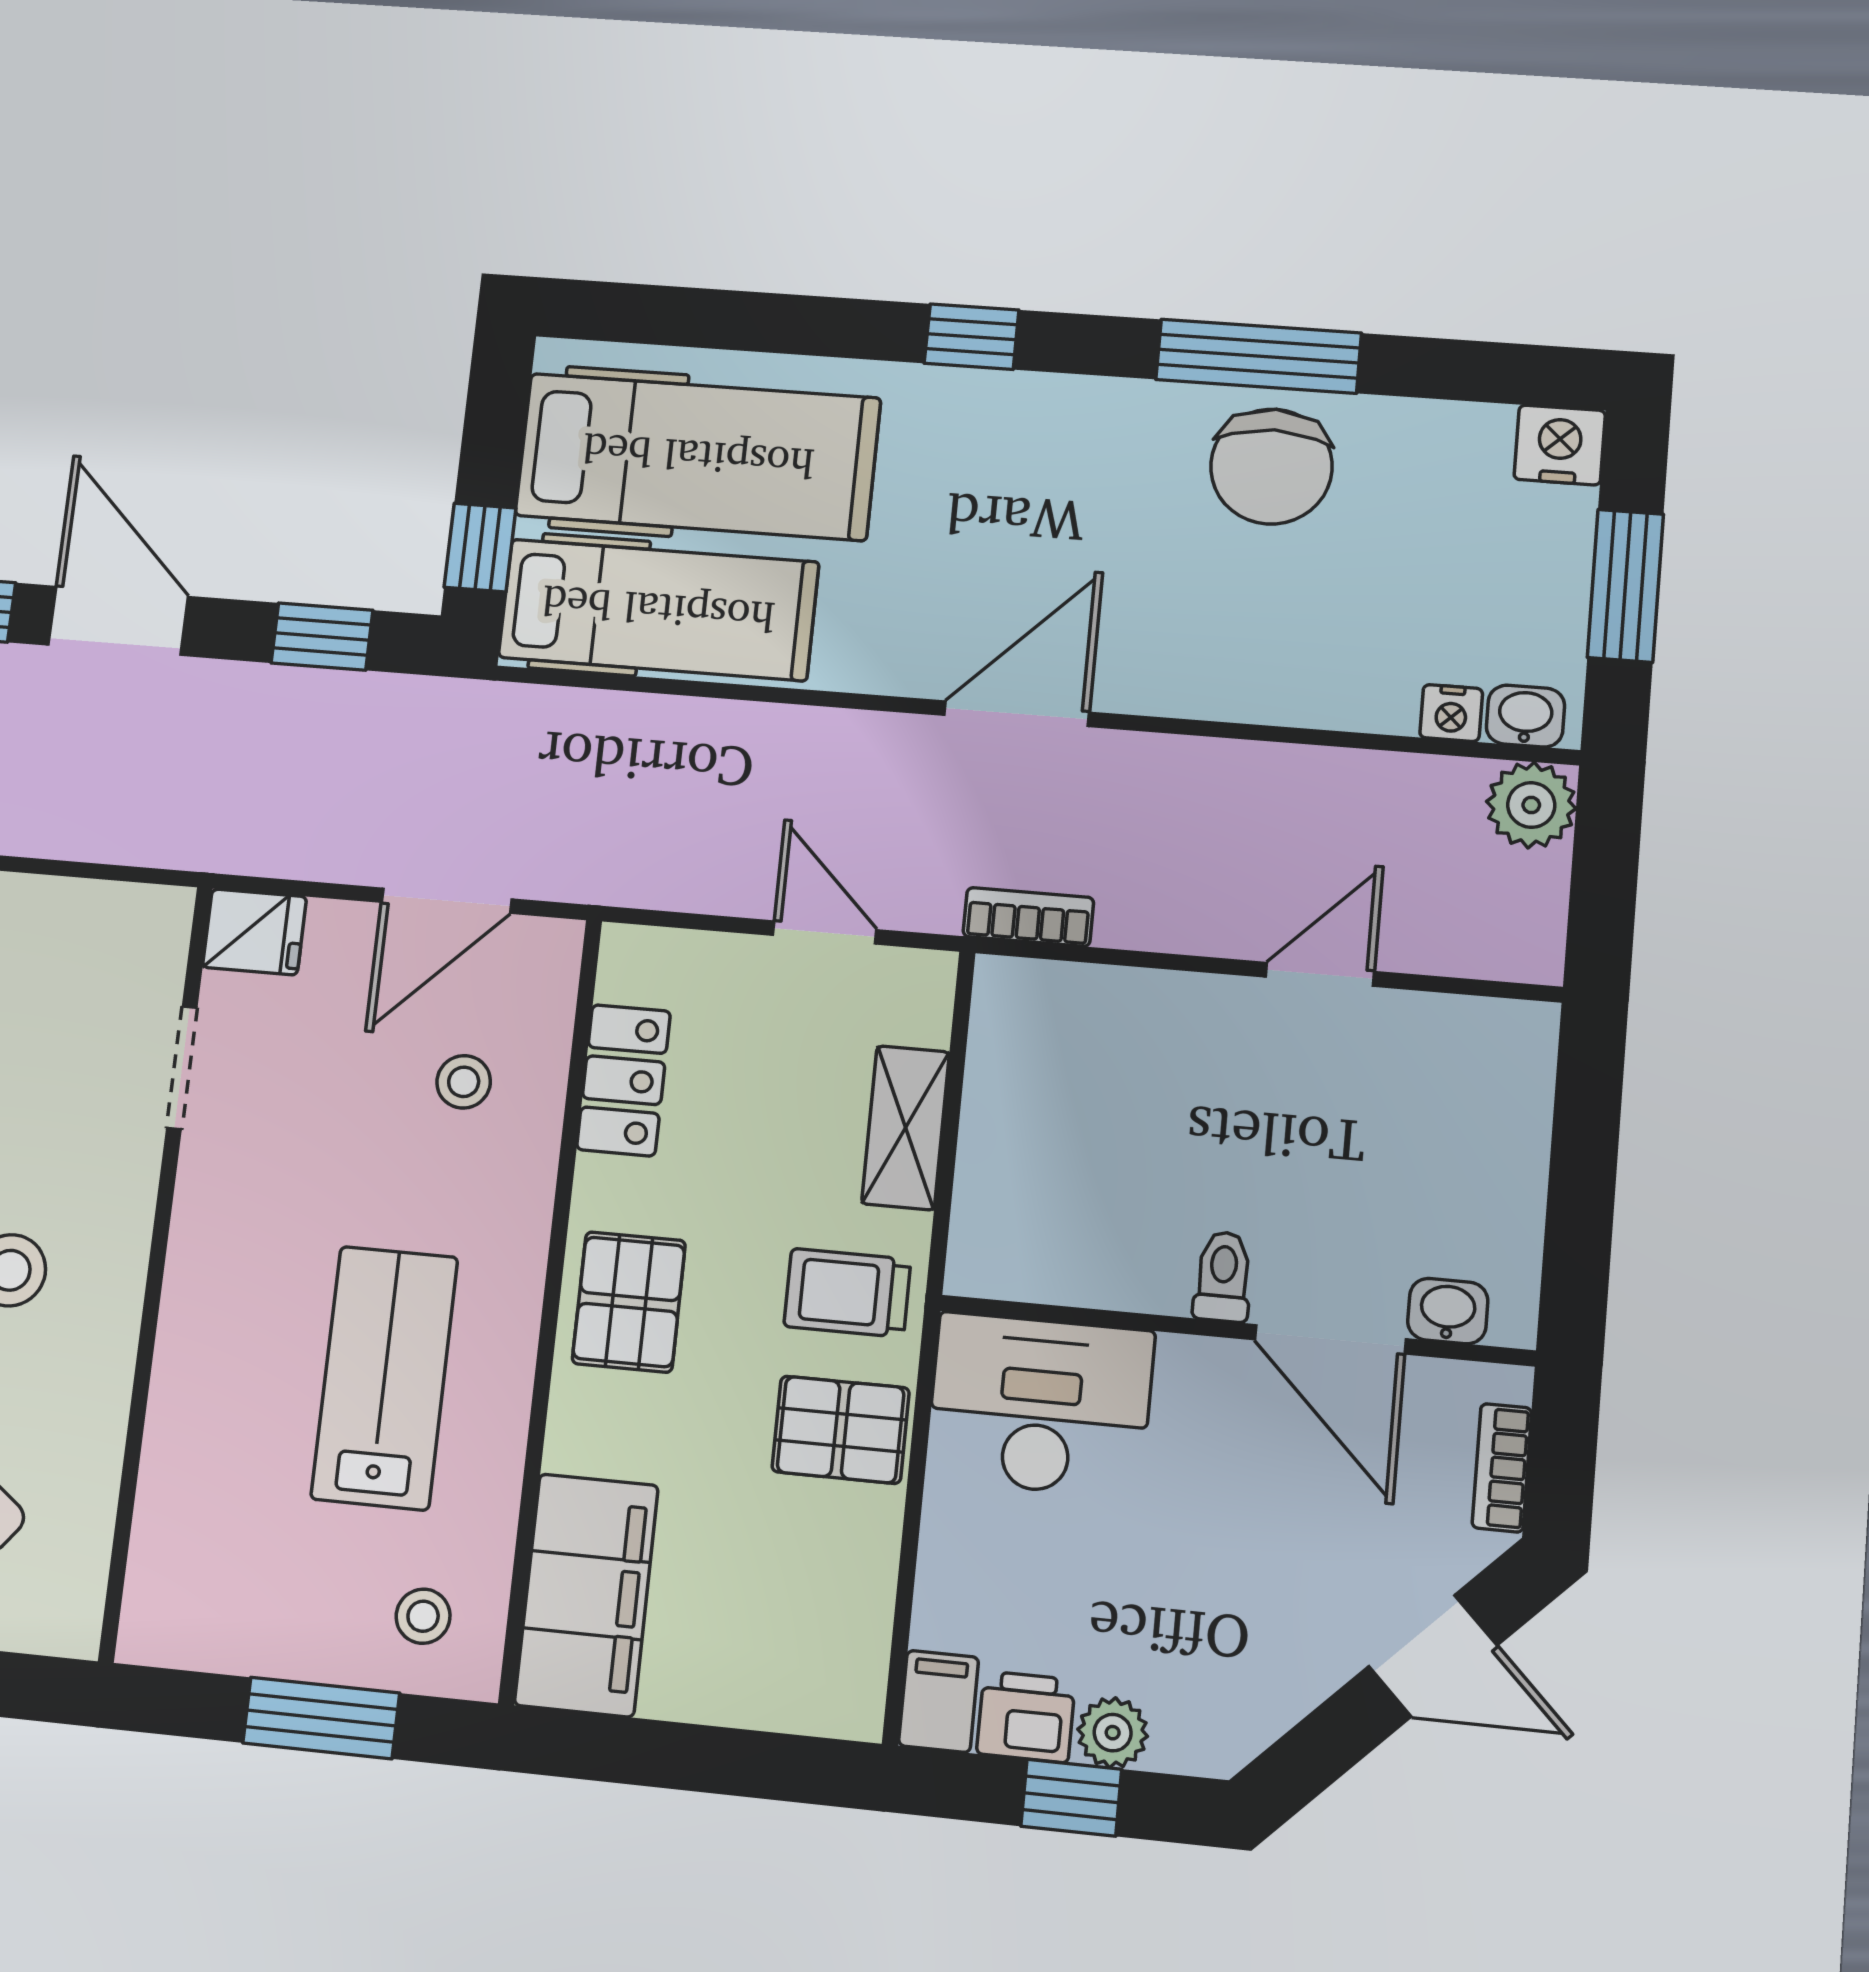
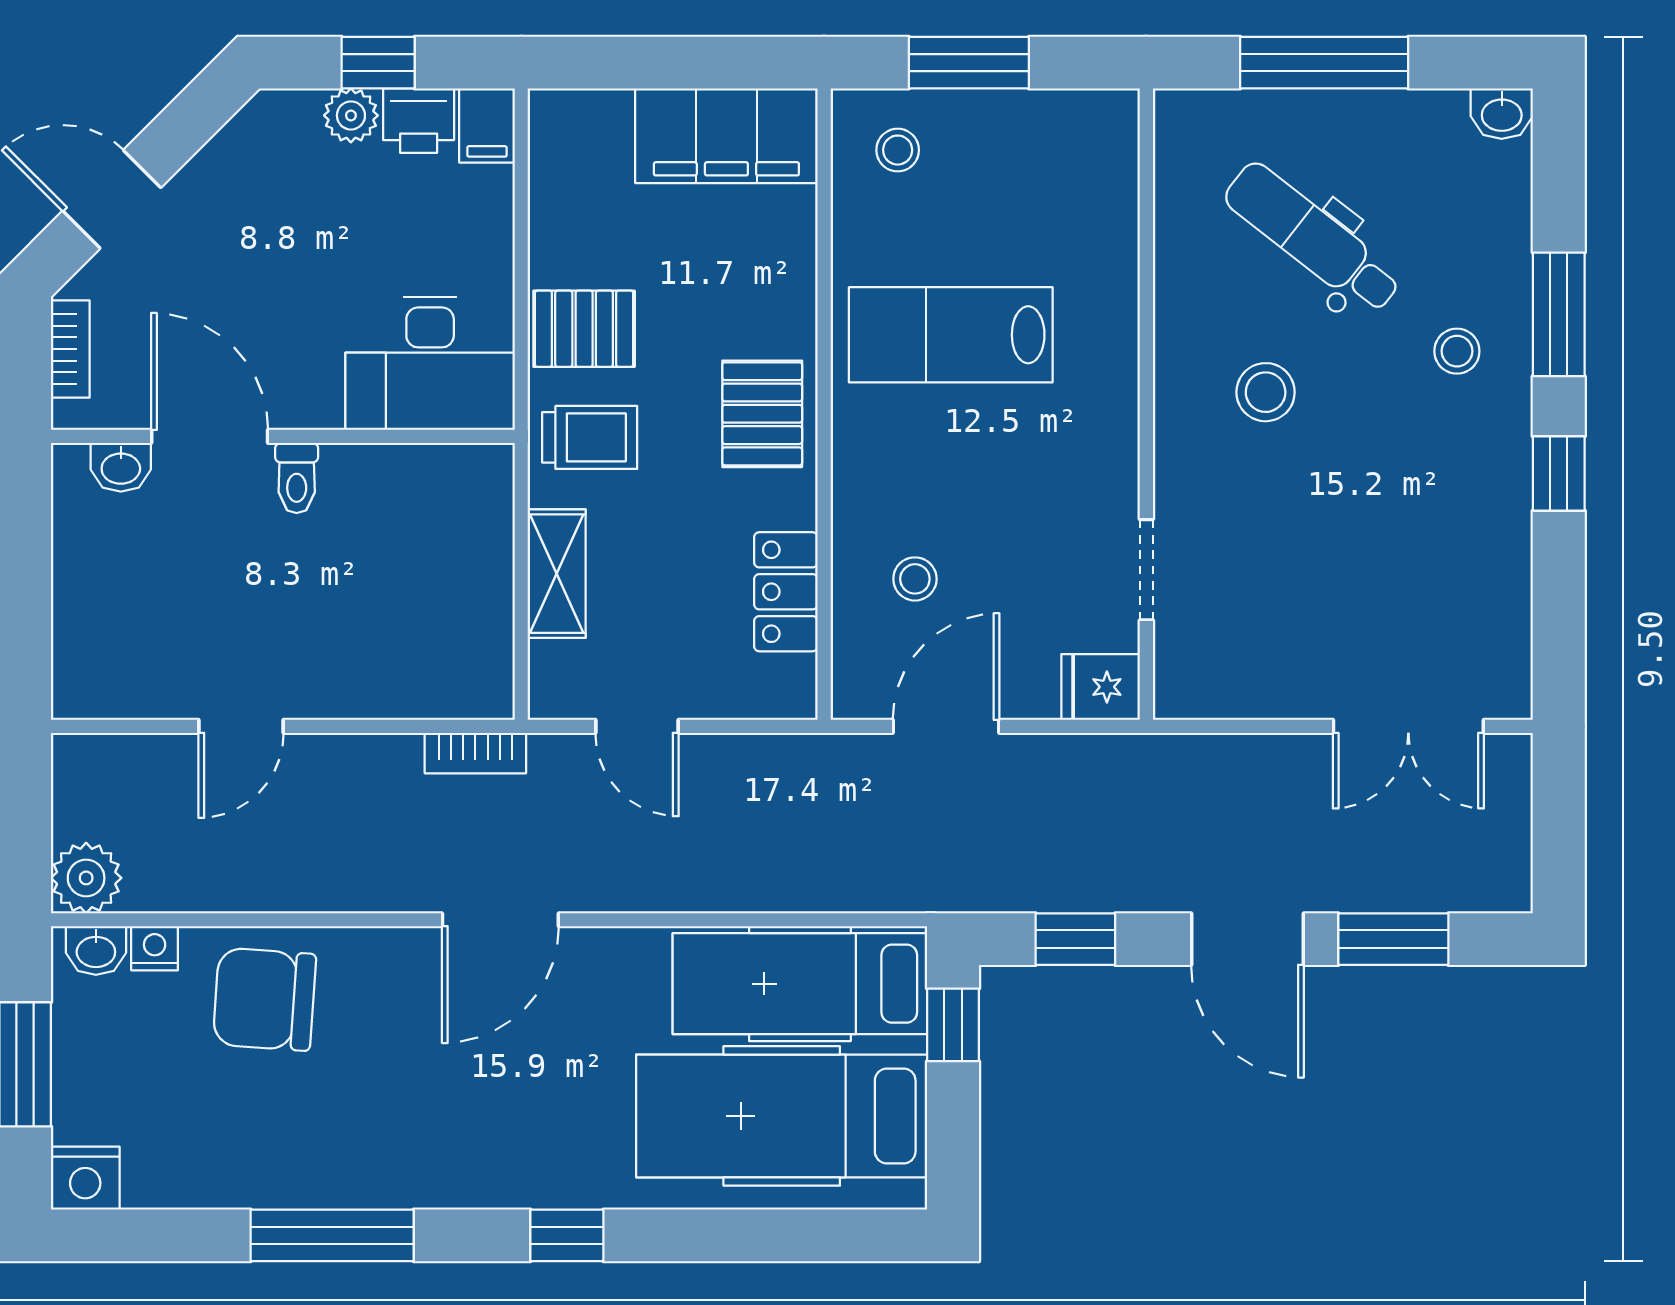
chair: (1271, 467) -> (264, 999), moved, turned -86
lab bench: (384, 1378) -> (951, 335), turned 90
filing cabinet: (586, 1595) -> (726, 136), moved, turned -90

